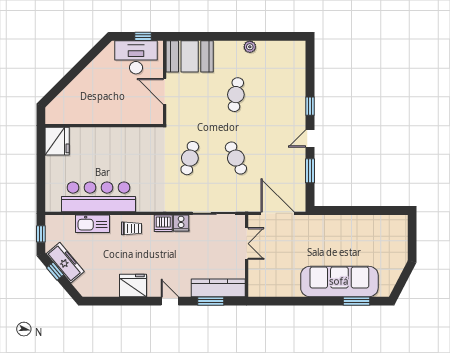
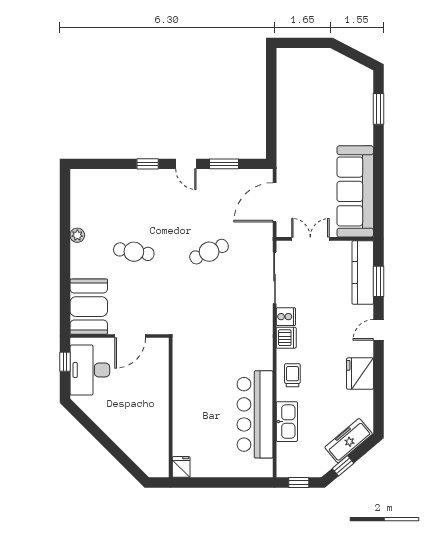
fridge: (57, 141) -> (181, 467), width x0.53, depth x0.75
cafe table: (190, 158) -> (209, 306), removed
freezer: (65, 263) -> (349, 441), moved
sofa: (339, 281) -> (355, 191), moved

